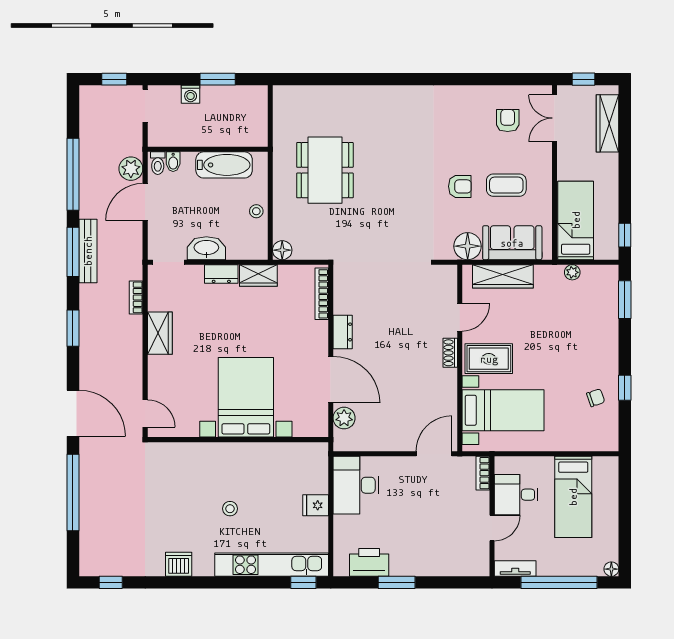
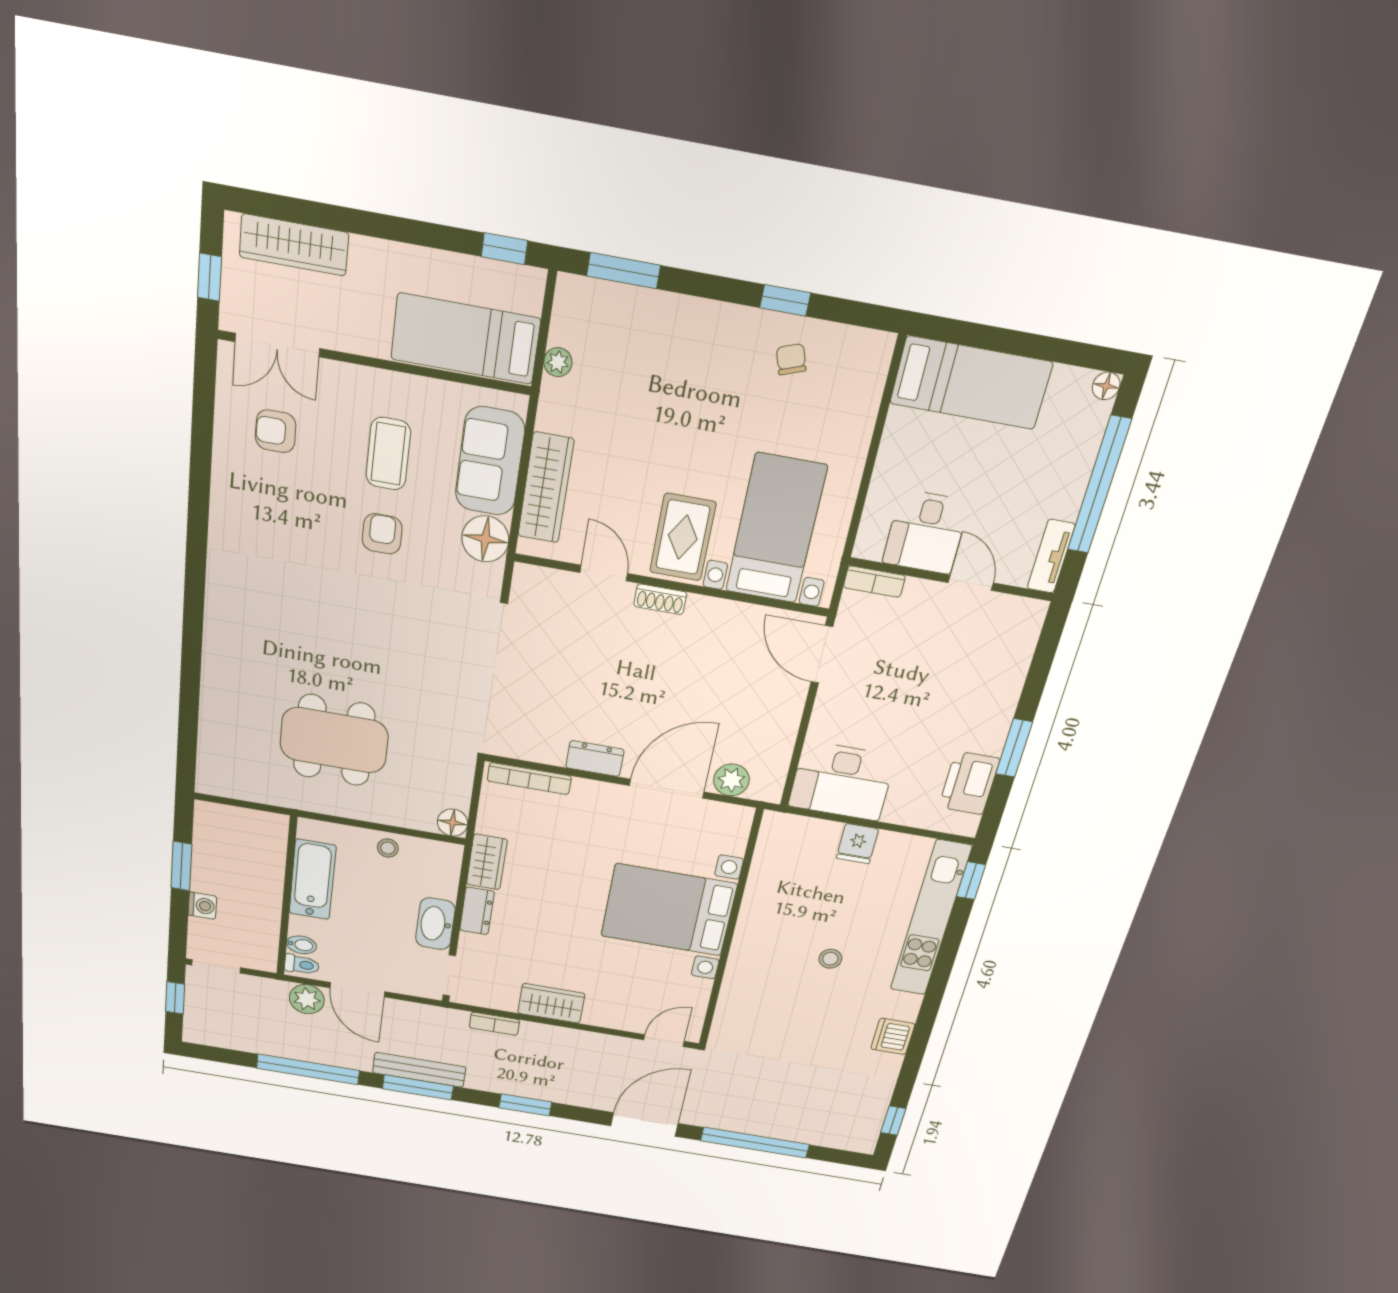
bed: (573, 497) -> (971, 383), moved

